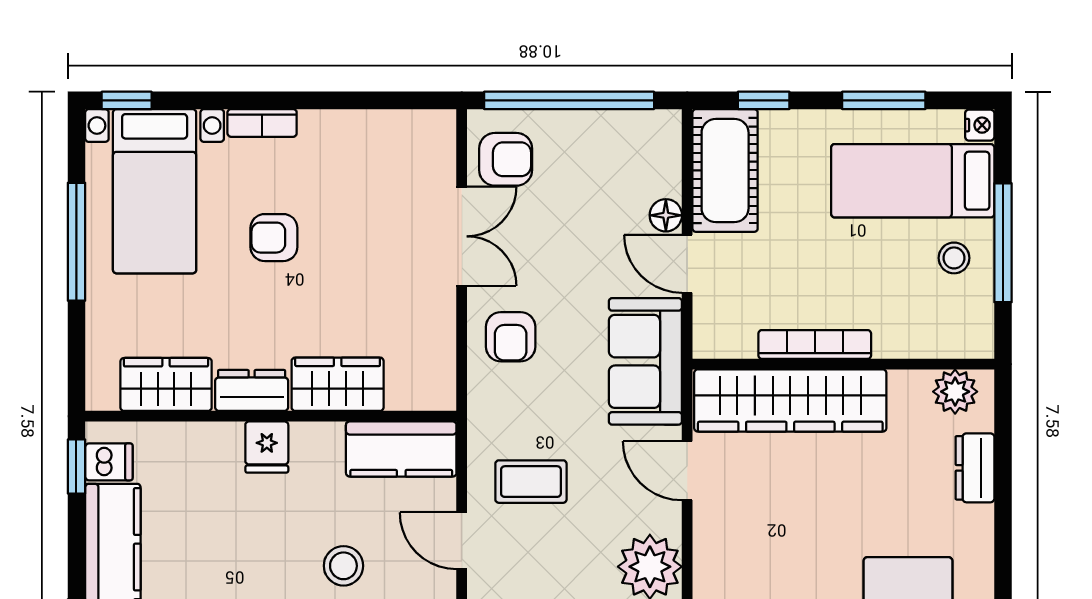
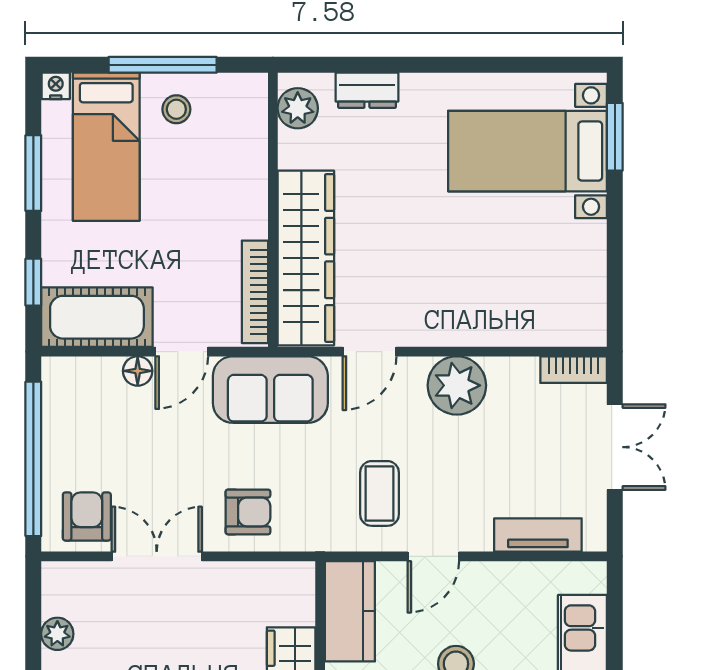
plant: (376, 127) -> (57, 634), added
bookcase: (815, 344) -> (255, 292), moved

